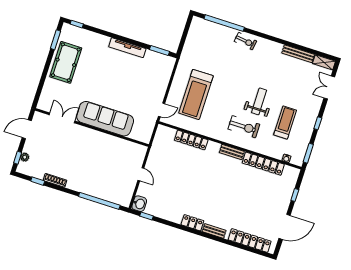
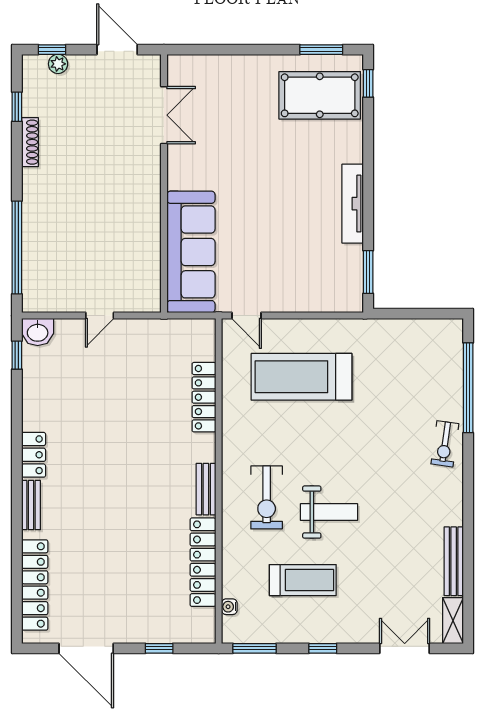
pool table: (66, 62) -> (320, 95), moved
sofa: (105, 119) -> (191, 252), moved

